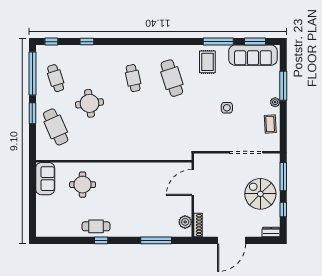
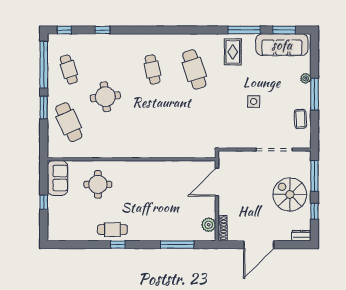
window: (283, 86) -> (315, 94), moved
plant: (275, 102) -> (306, 78), moved
window: (32, 201) -> (44, 202), added

